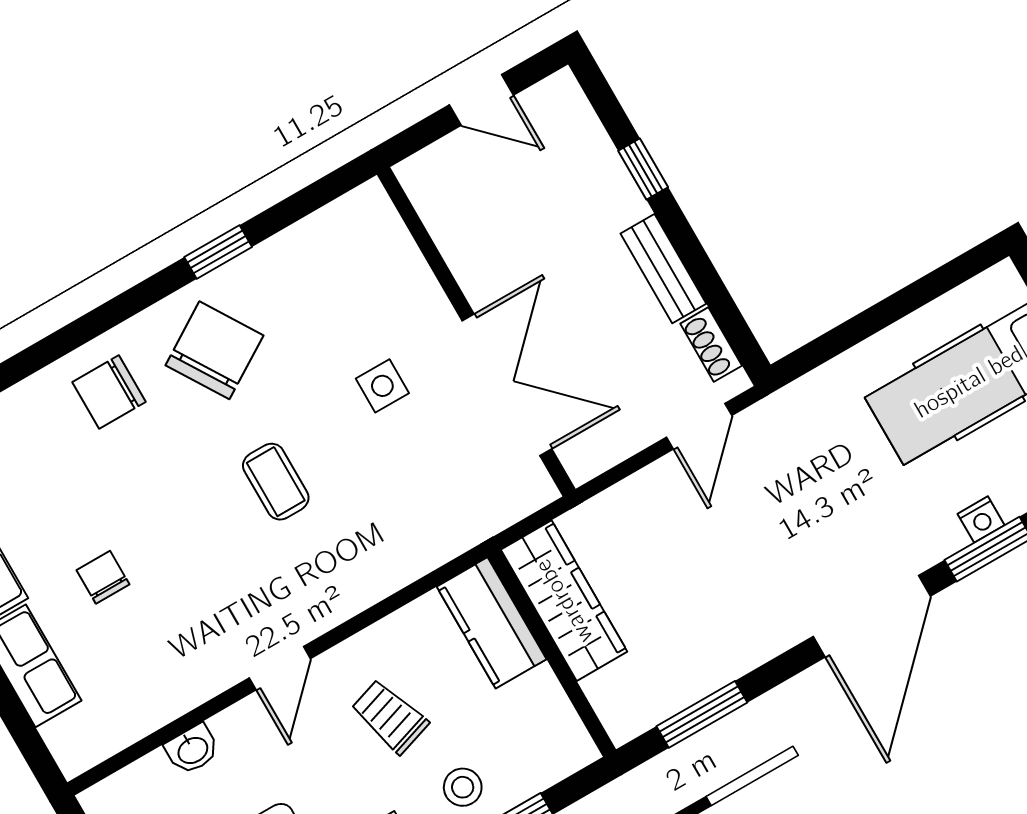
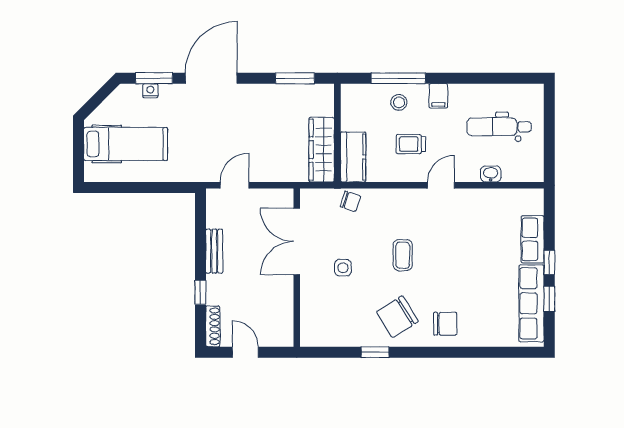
shoe rack: (711, 345) -> (213, 326), moved, width x1.43
chair: (103, 577) -> (350, 201), moved, turned -72
trolley: (390, 716) -> (411, 144), turned 108

